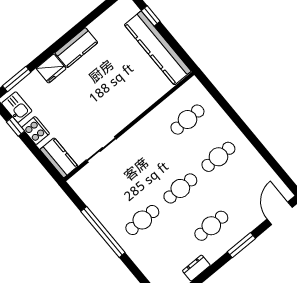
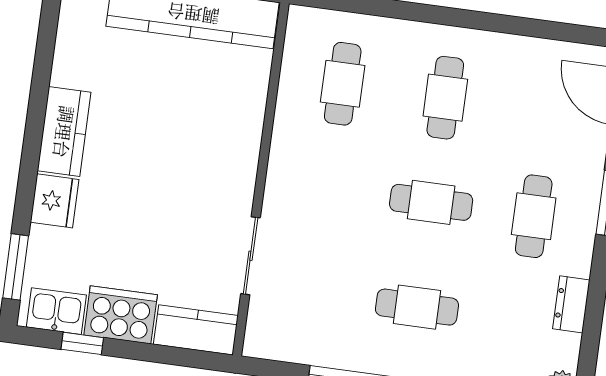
cooker: (36, 131) -> (121, 315), width x1.37, depth x1.31
cafe table: (180, 188) -> (431, 202), turned 90
cafe table: (142, 220) -> (417, 307), turned 90

